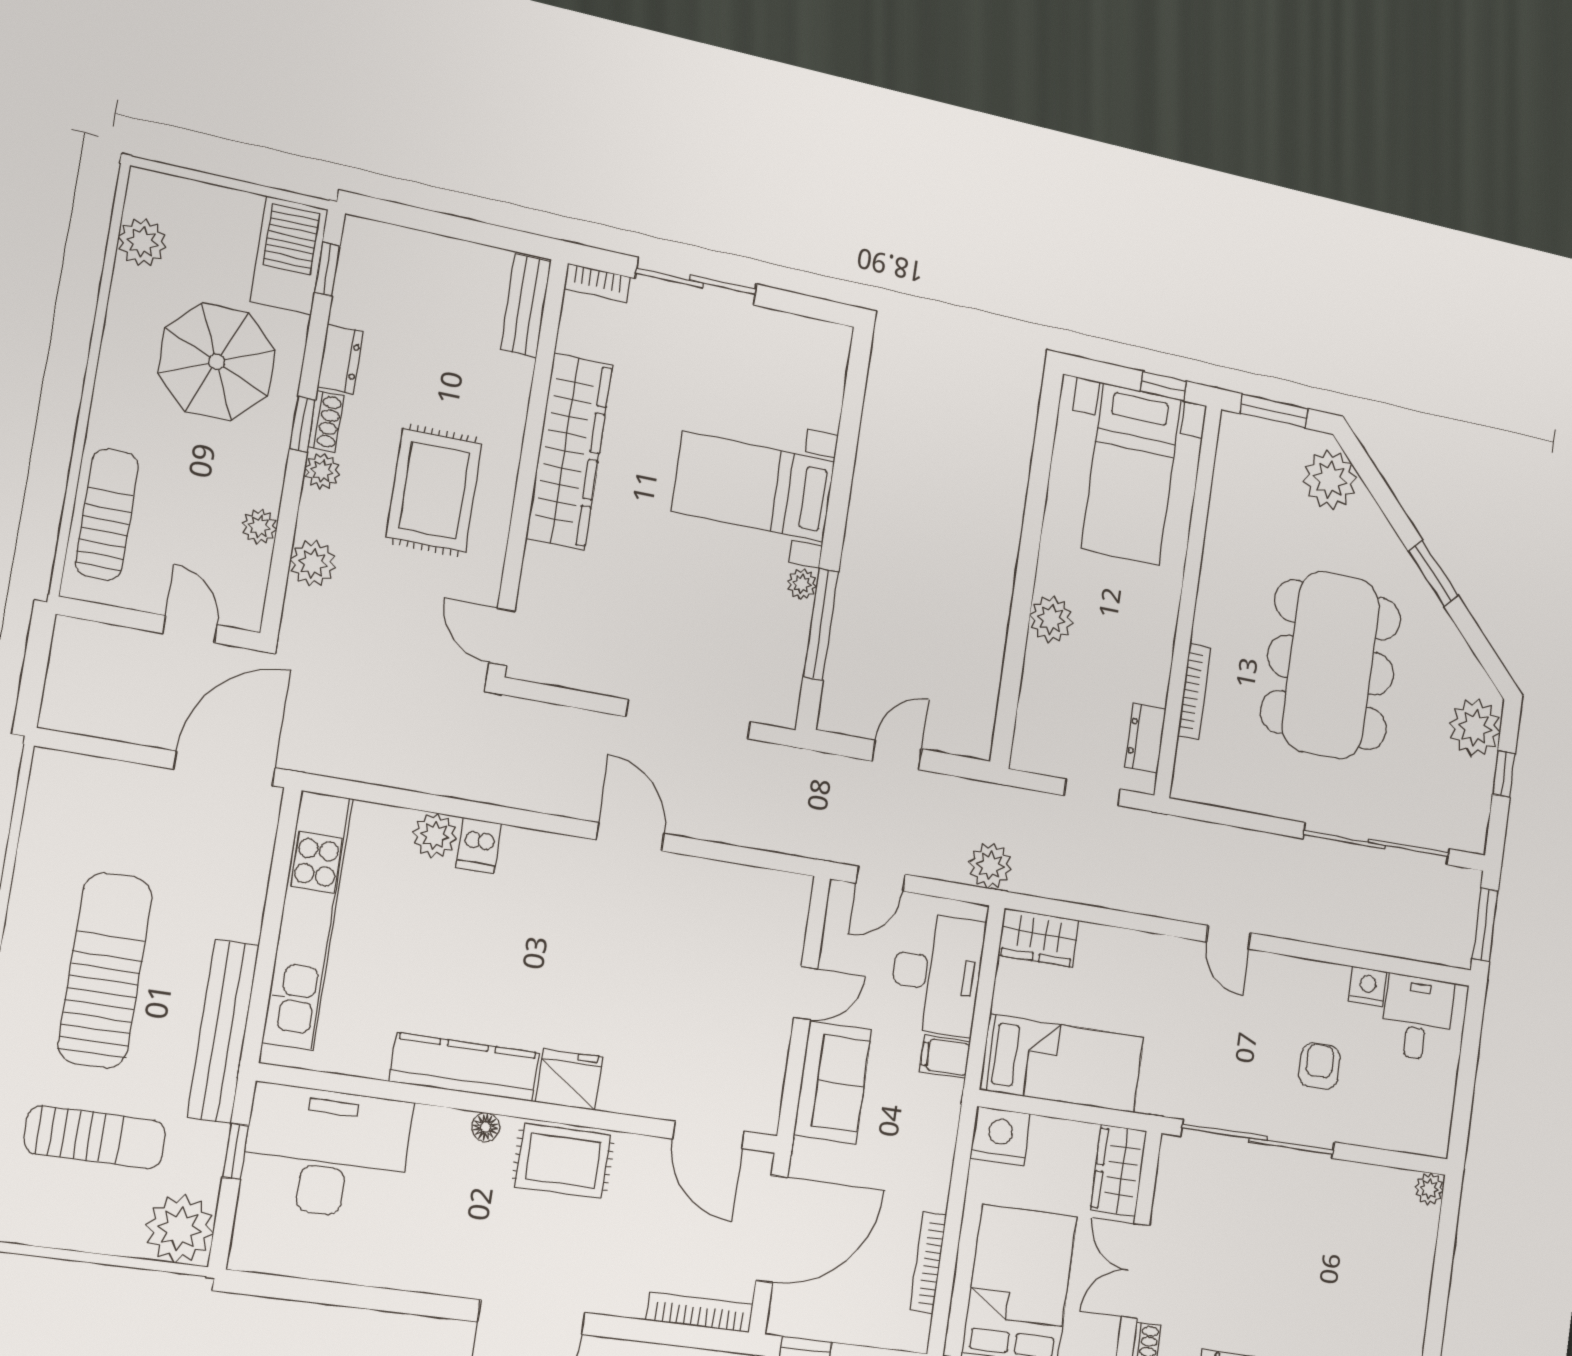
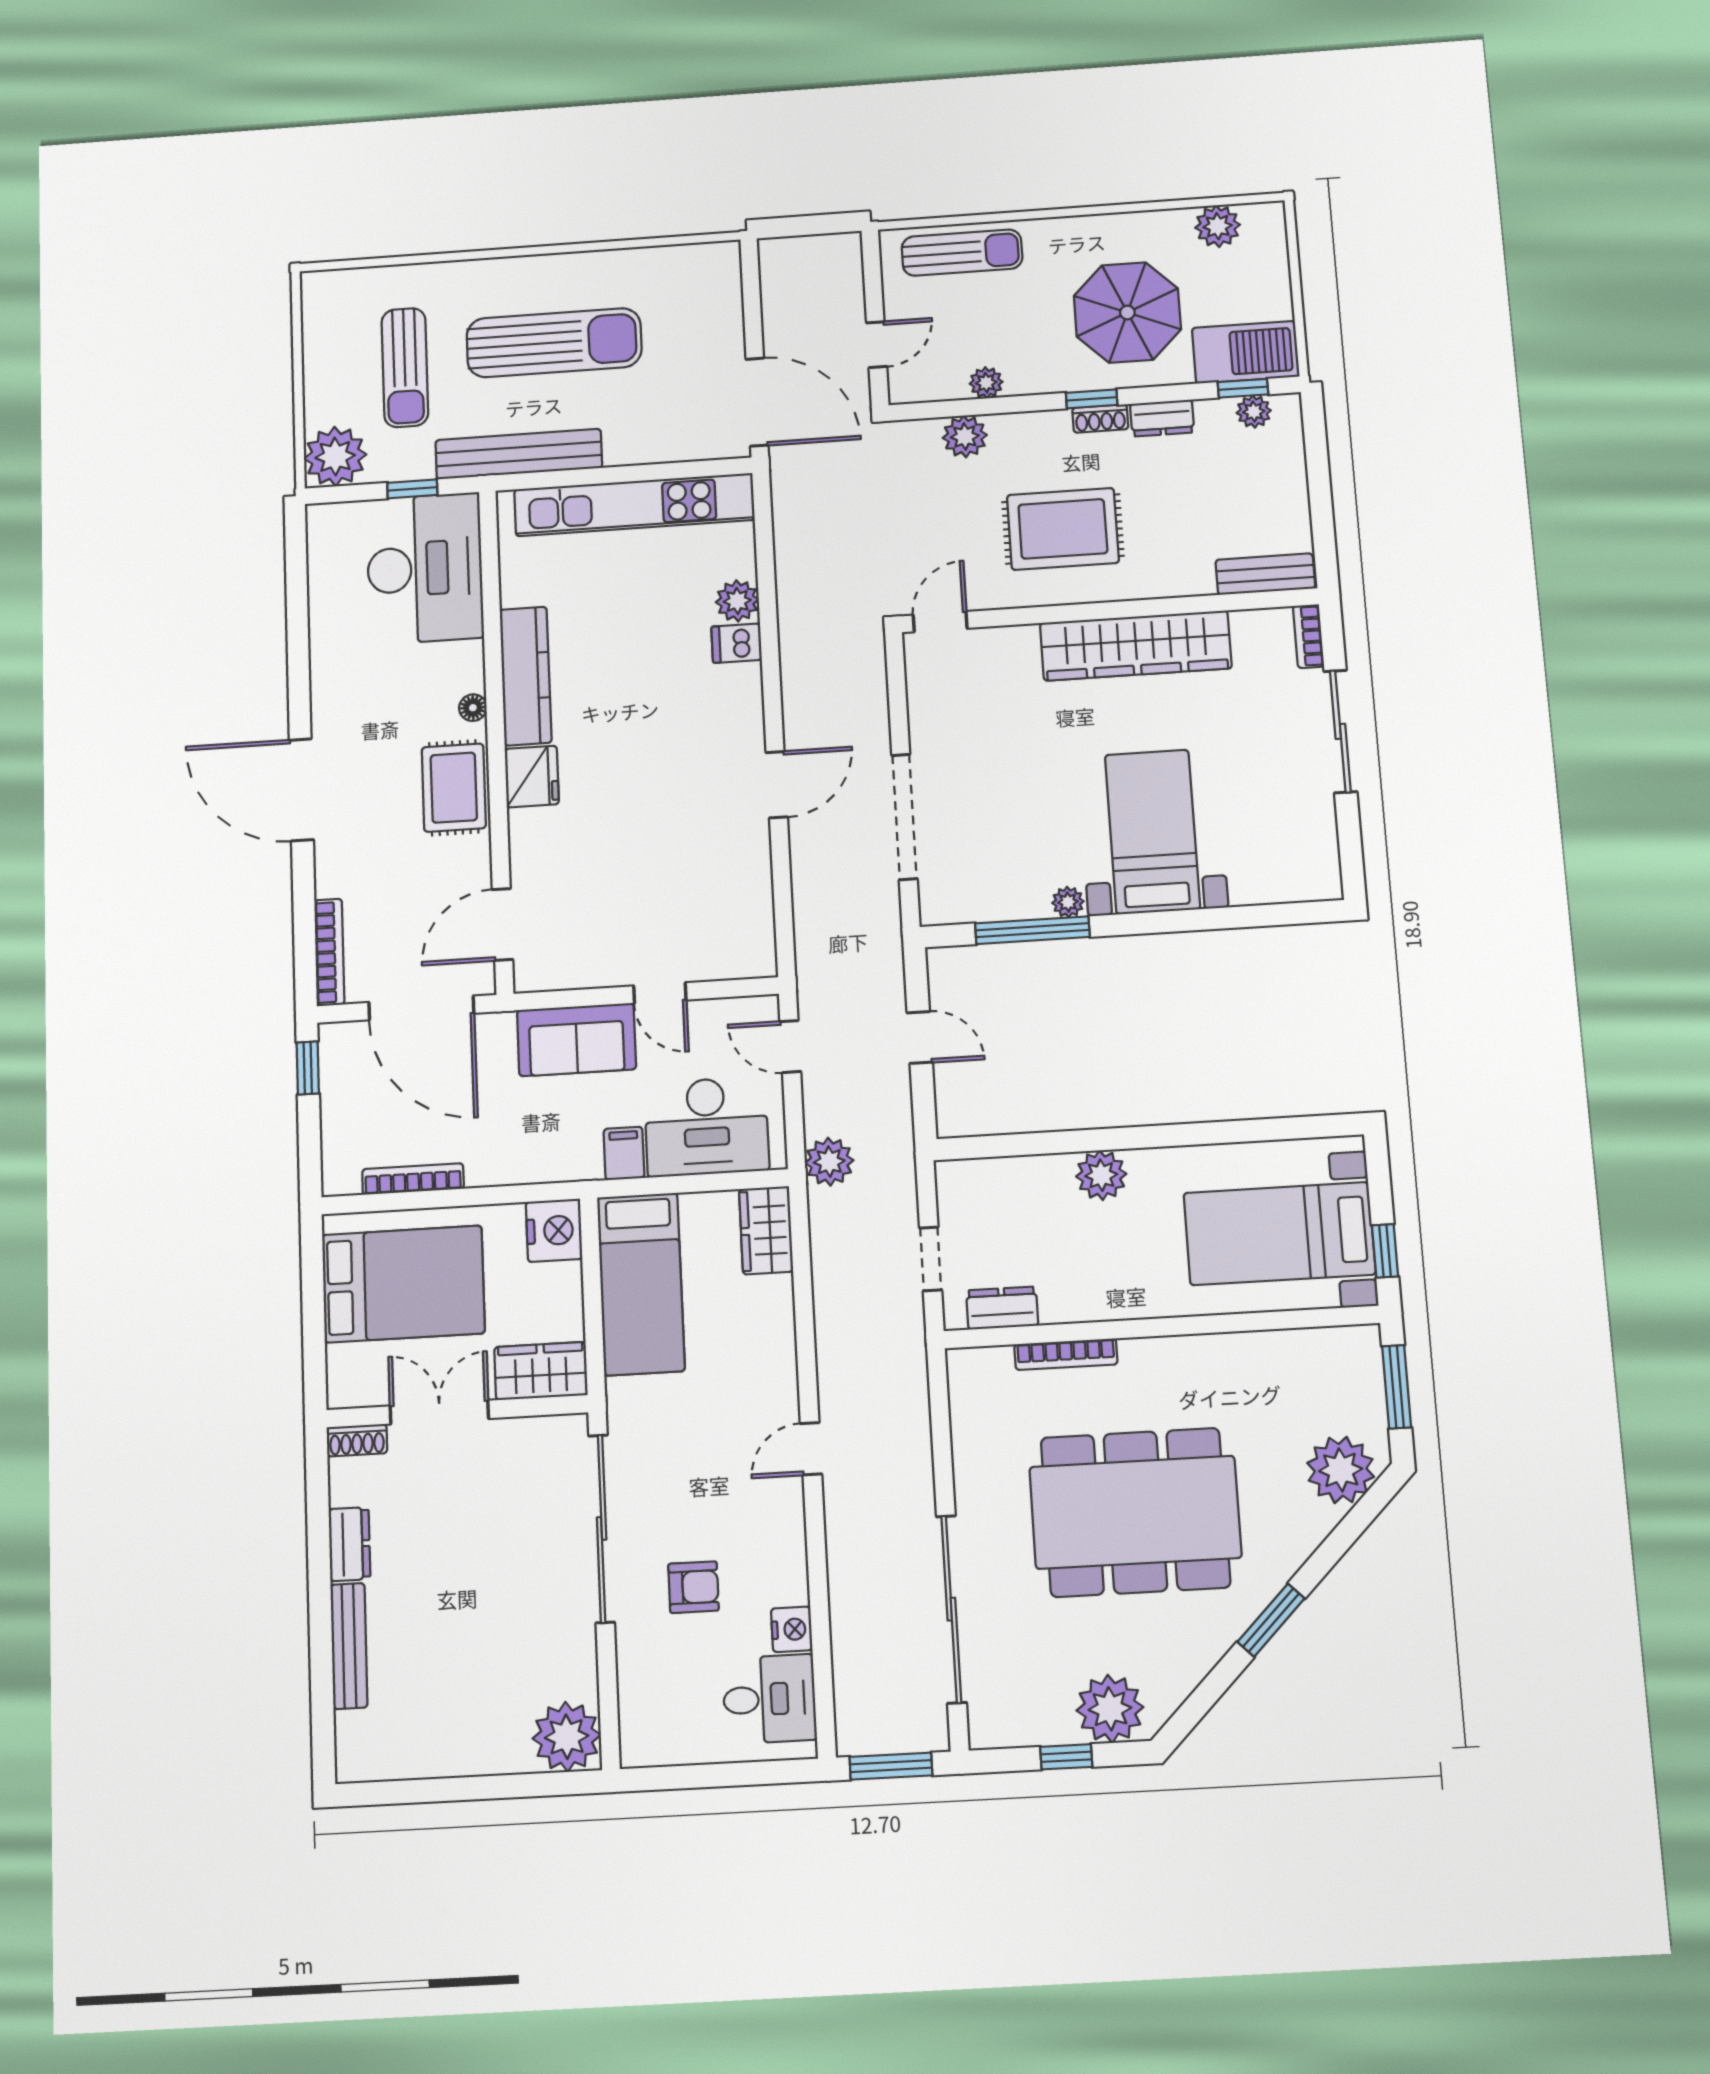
plant: (322, 471) -> (1254, 412), moved
plant: (1429, 1189) -> (567, 1737), width x1.88, depth x1.88

